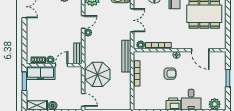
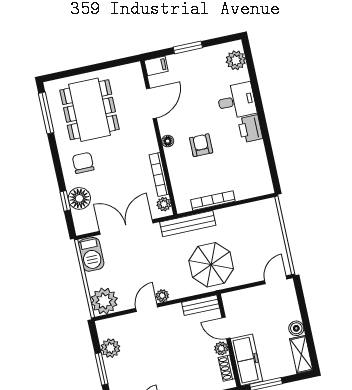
double door: (132, 20) -> (126, 227), width x1.37
door: (83, 22) -> (147, 308), hinge flipped
filing cabinet: (221, 58) -> (156, 66), added
parasol: (97, 74) -> (211, 265), moved

